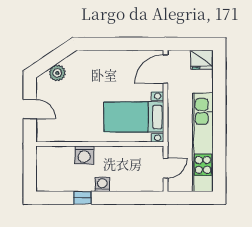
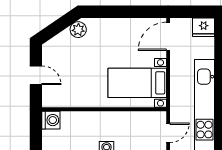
plant: (57, 73) -> (78, 30), moved
washing machine: (84, 155) -> (51, 120), moved, turned -90

